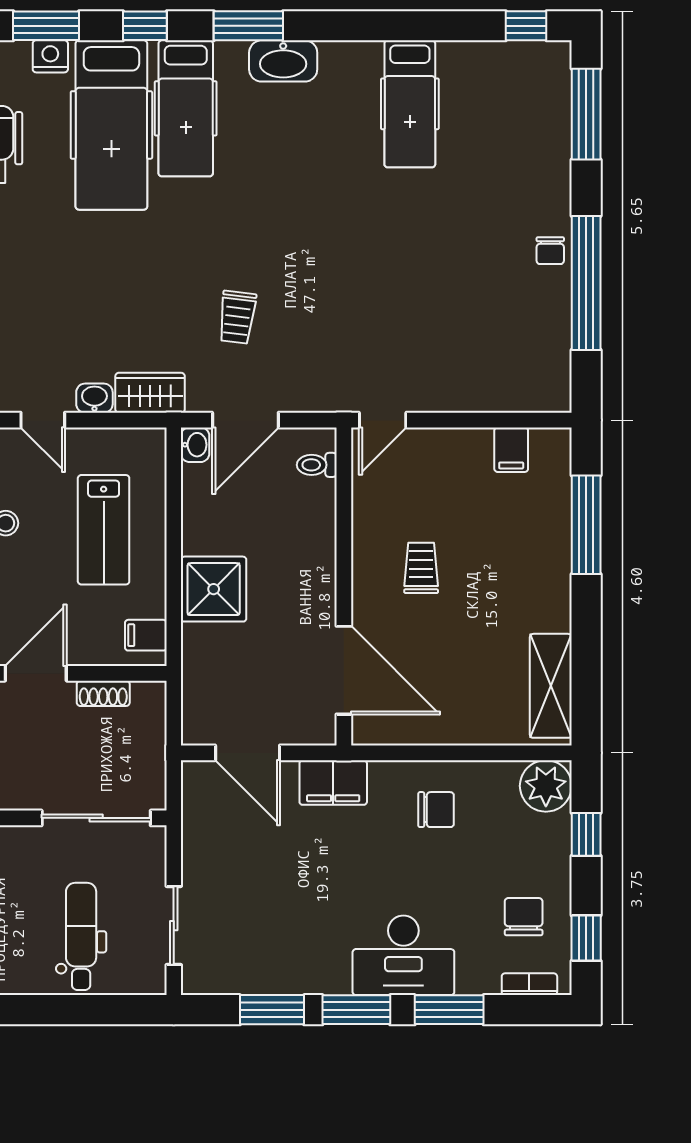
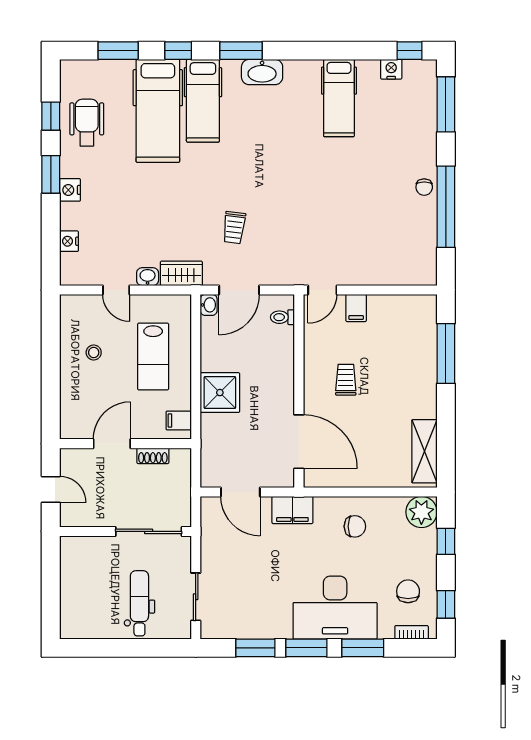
nightstand: (50, 56) -> (391, 69), moved
filing cabinet: (511, 450) -> (356, 308), moved
desk: (403, 955) -> (335, 608), width x1.36, depth x1.30

